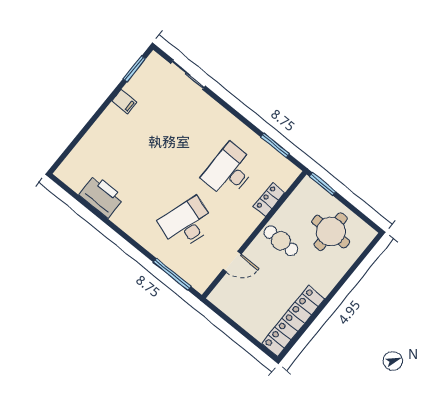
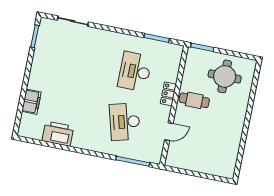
filing cabinet: (124, 101) -> (31, 102), moved, width x2.00
locker: (269, 200) -> (168, 94), moved
desk: (187, 223) -> (125, 122), turned -33
locker: (293, 321) -> (231, 150), removed

